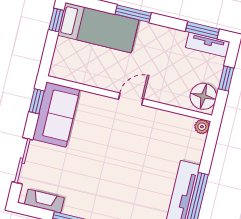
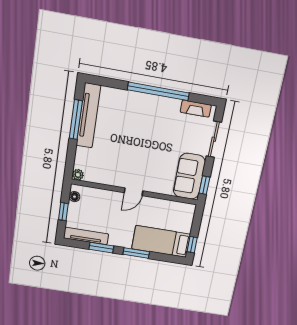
window: (202, 30) -> (101, 248), moved
tv unit: (208, 45) -> (86, 236), width x1.41
floor lamp: (203, 96) -> (74, 197), width x0.53, depth x0.53

